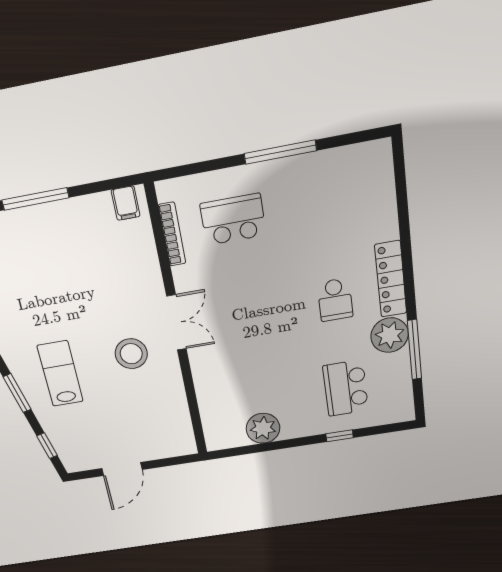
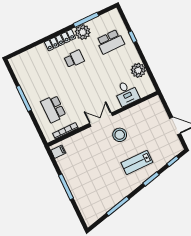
desk: (221, 392) -> (127, 93), added

